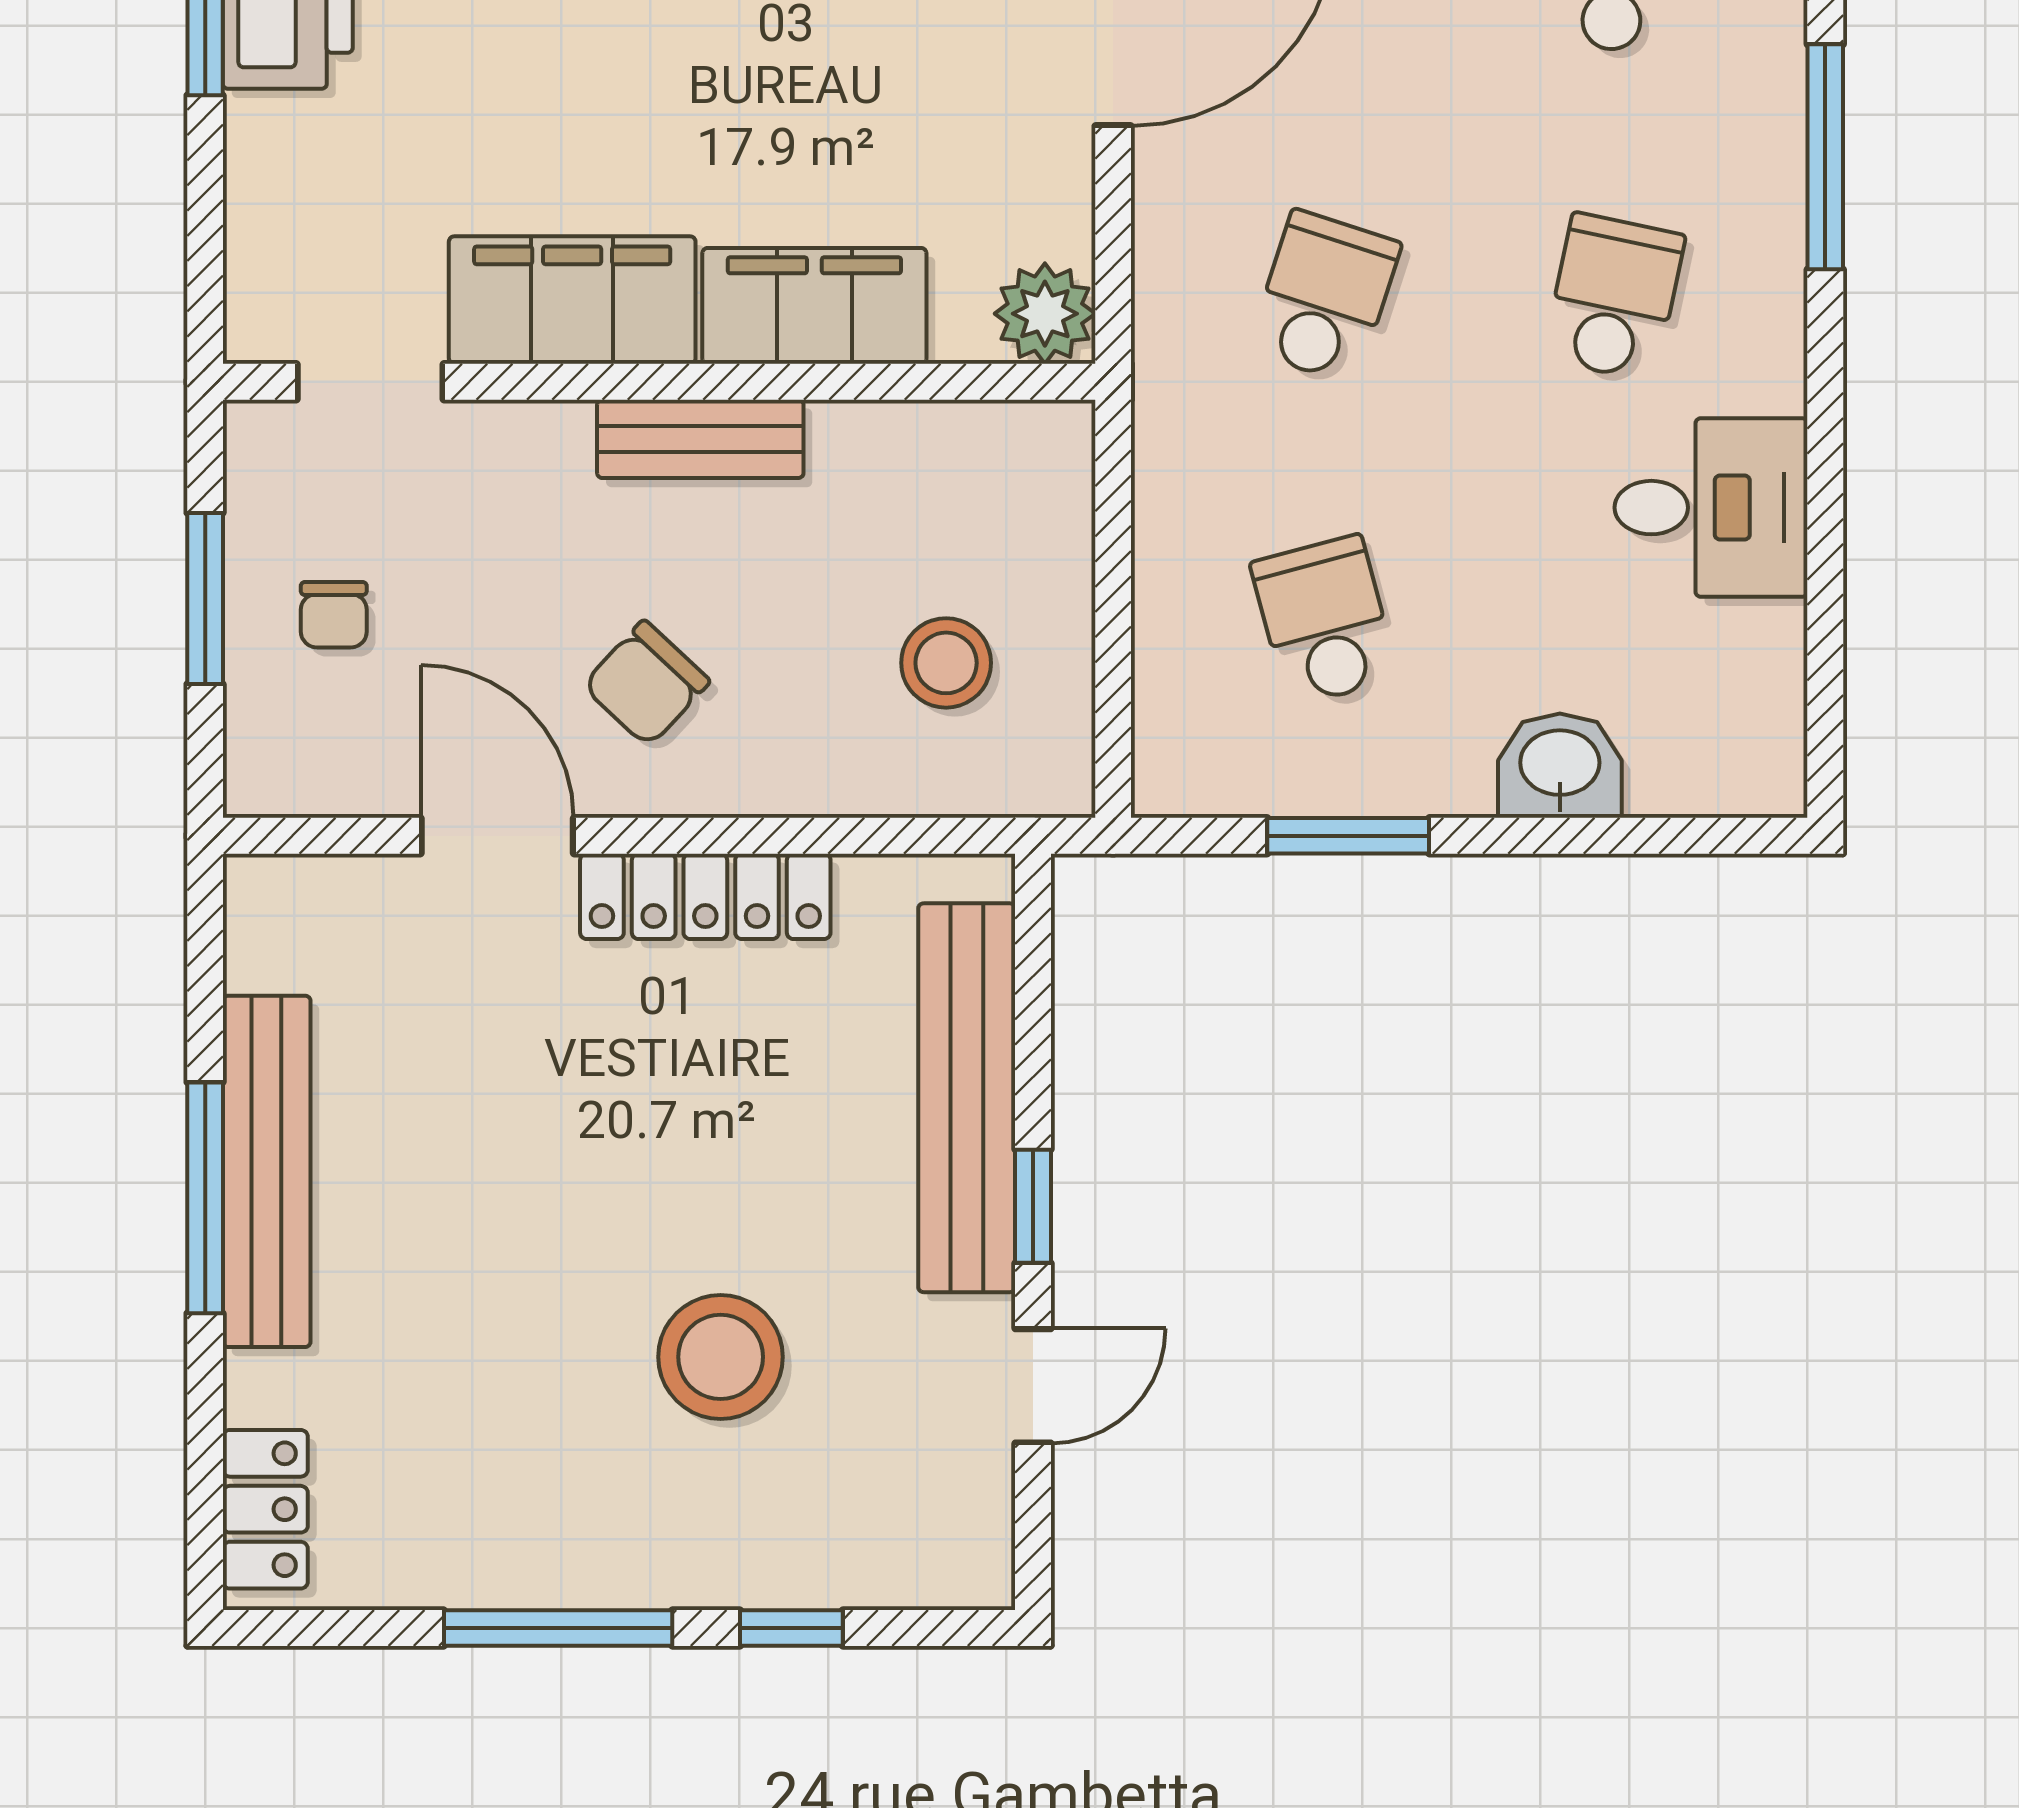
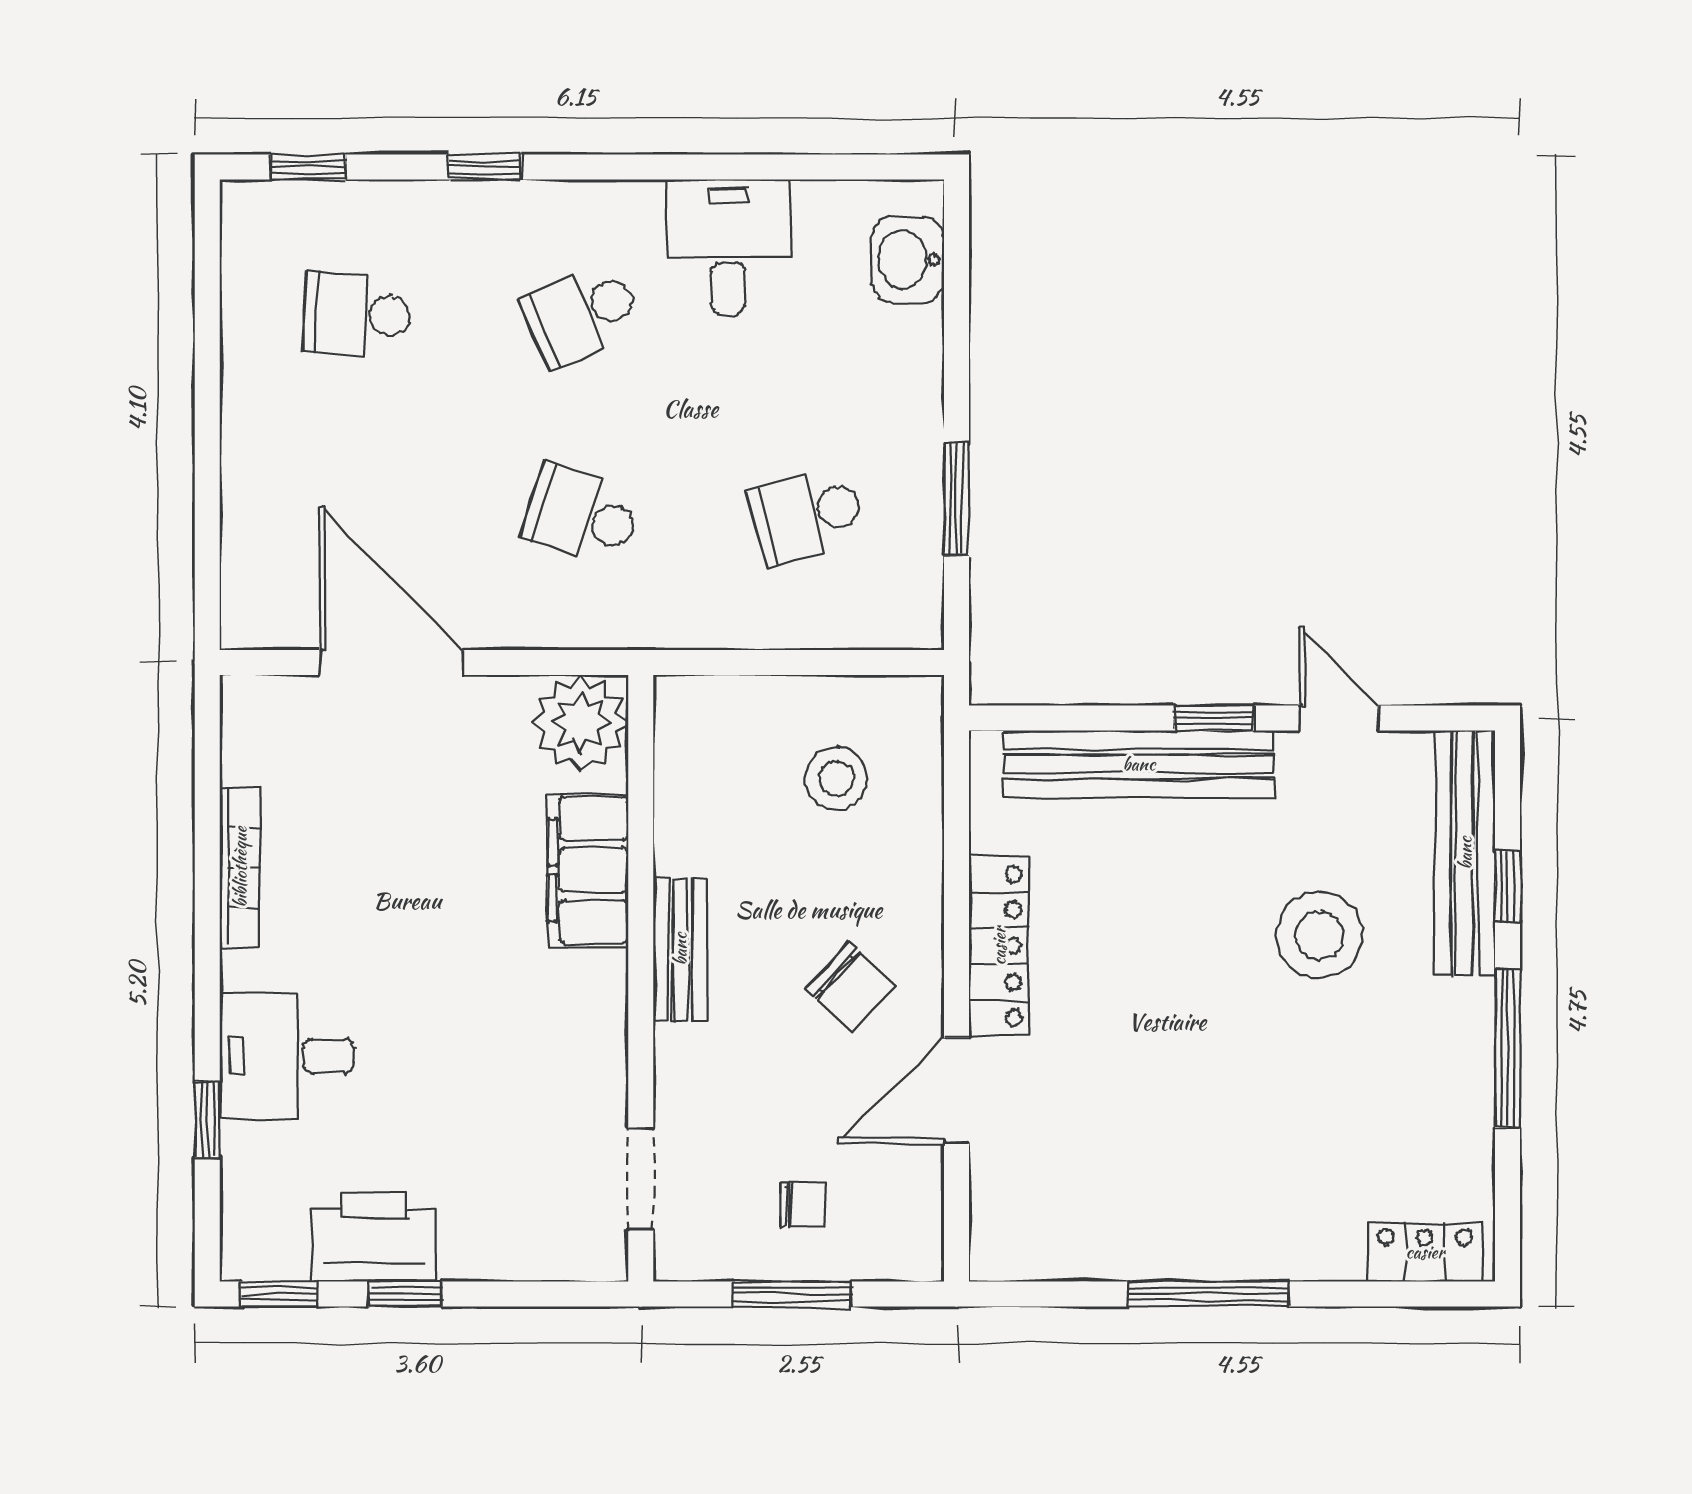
window: (1825, 157) -> (484, 167), width x0.46
school desk: (1614, 297) -> (582, 314), turned -36
filing cabinet: (572, 300) -> (584, 1039), removed
plant: (1045, 314) -> (581, 723), width x1.36, depth x1.36
washbasin: (1560, 766) -> (908, 260), moved
bench: (267, 1171) -> (1465, 853), moved, turned 90

